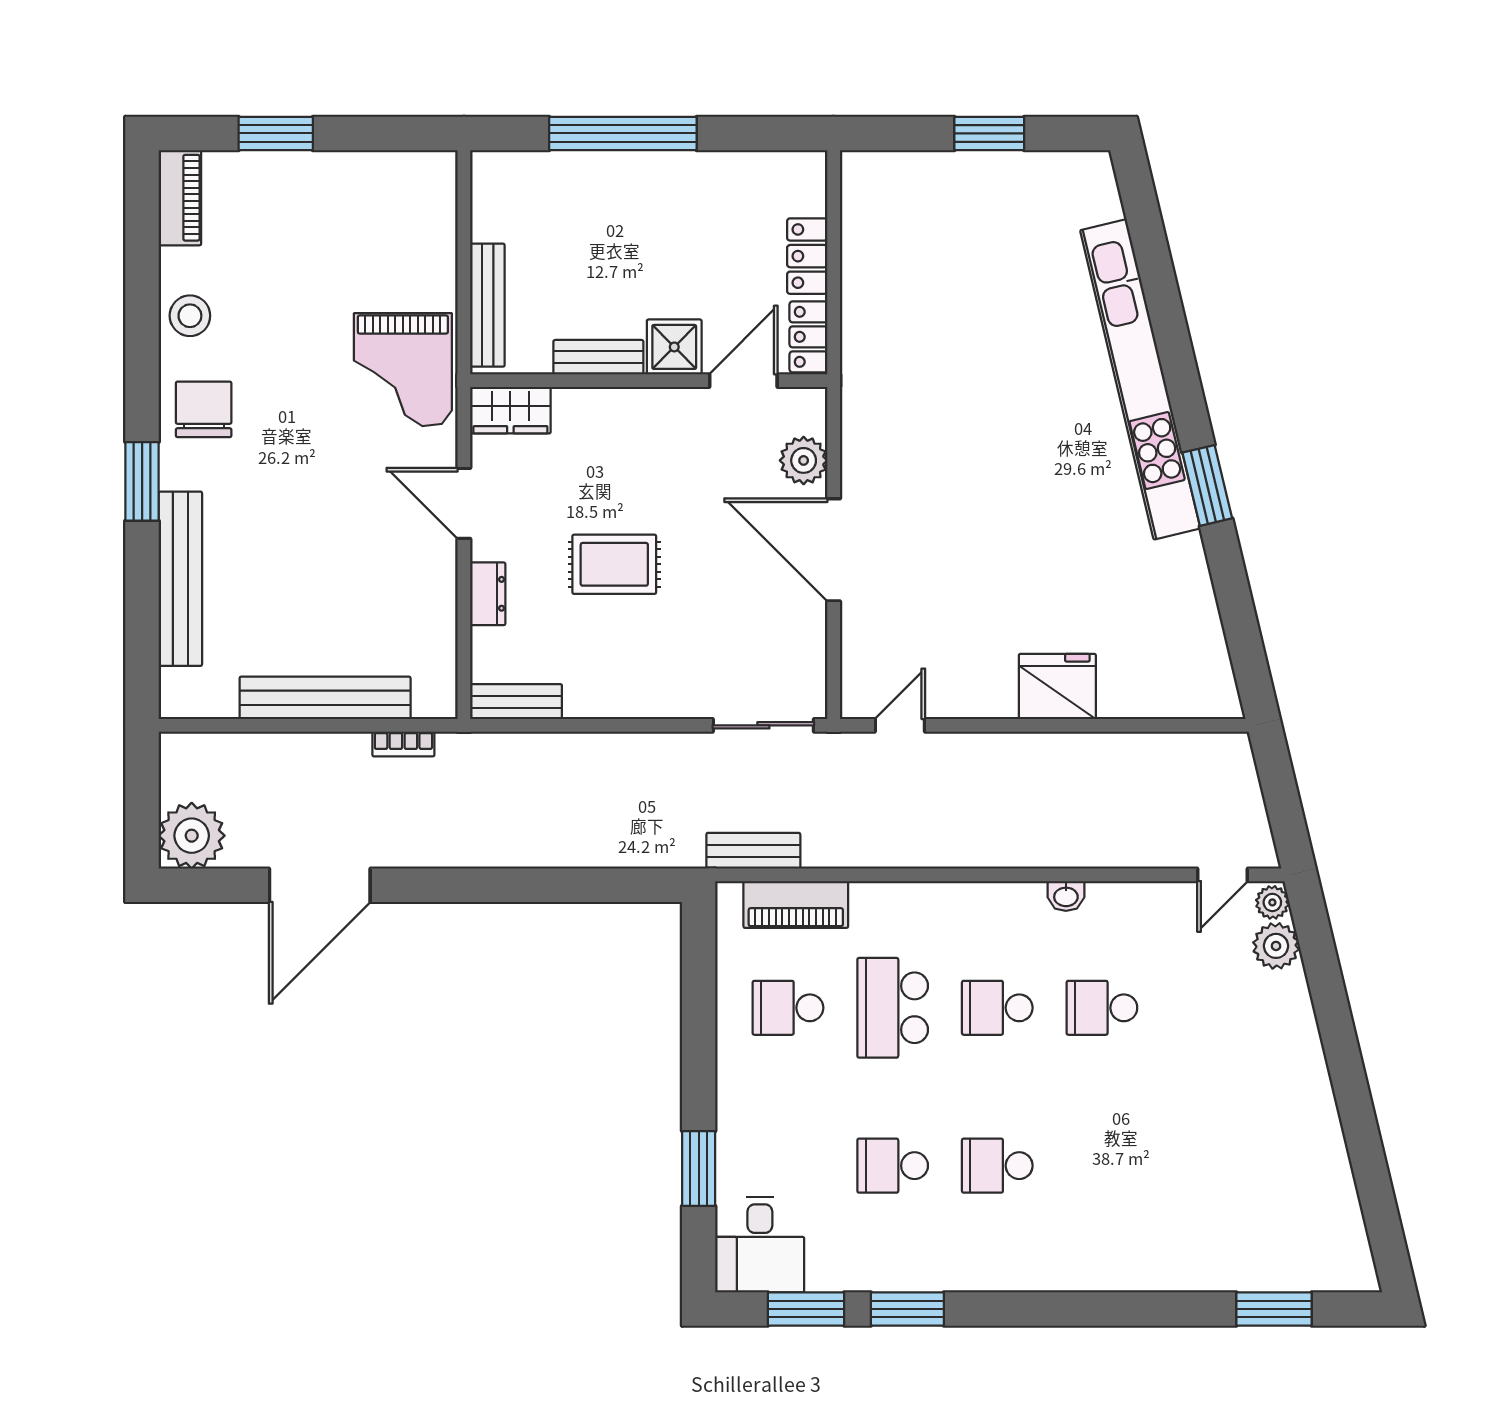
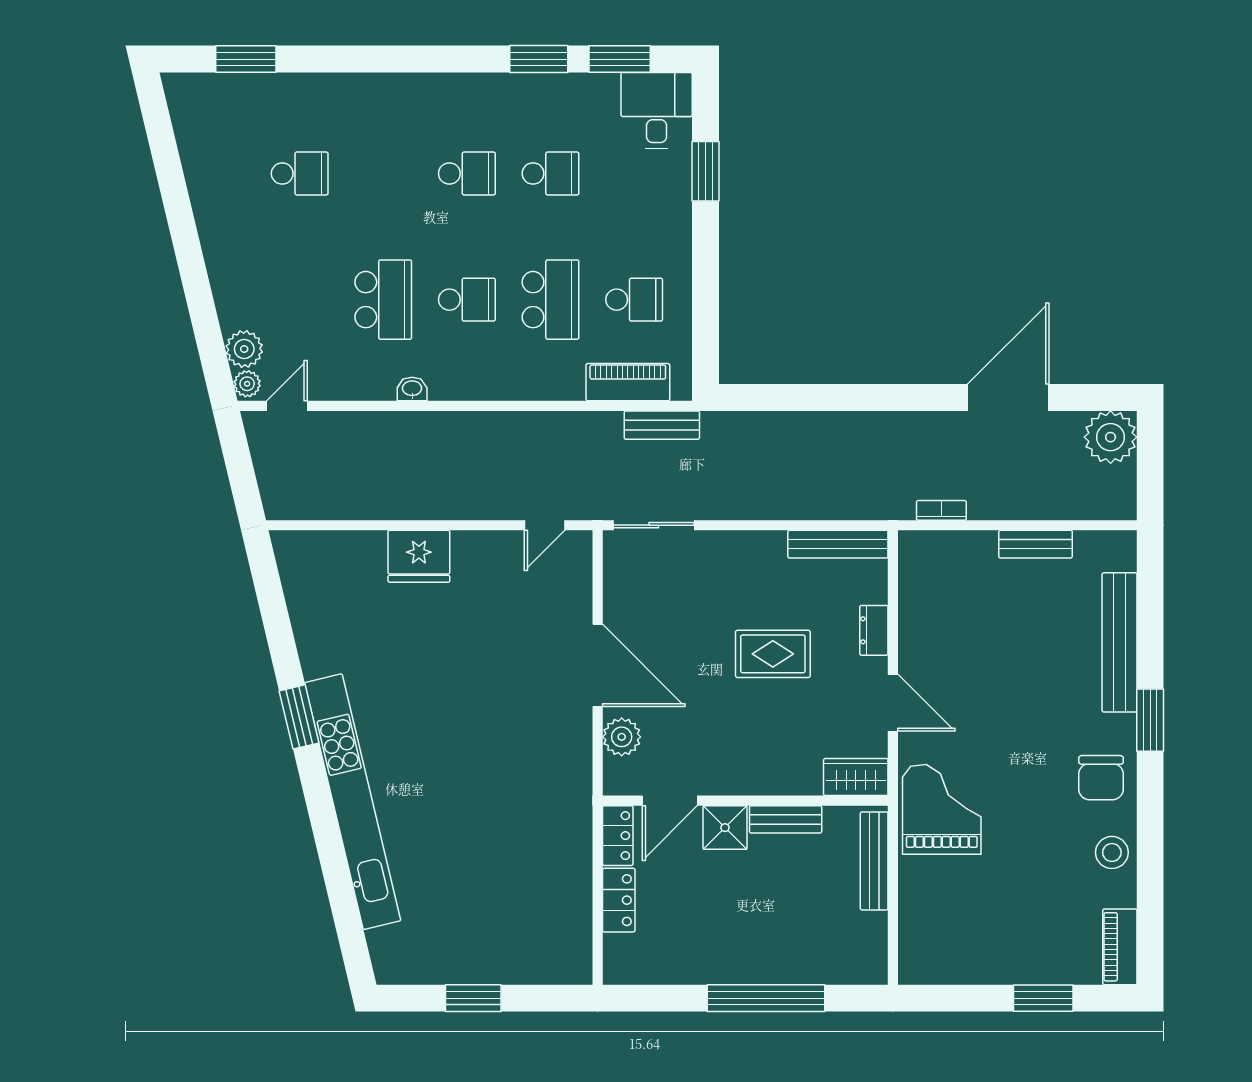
bench: (325, 698) -> (1036, 544), width x0.54, depth x0.82
bench: (516, 702) -> (838, 544), width x1.36
school desk: (1102, 1008) -> (383, 300), width x1.85
school desk: (1207, 1166) -> (300, 173), added

